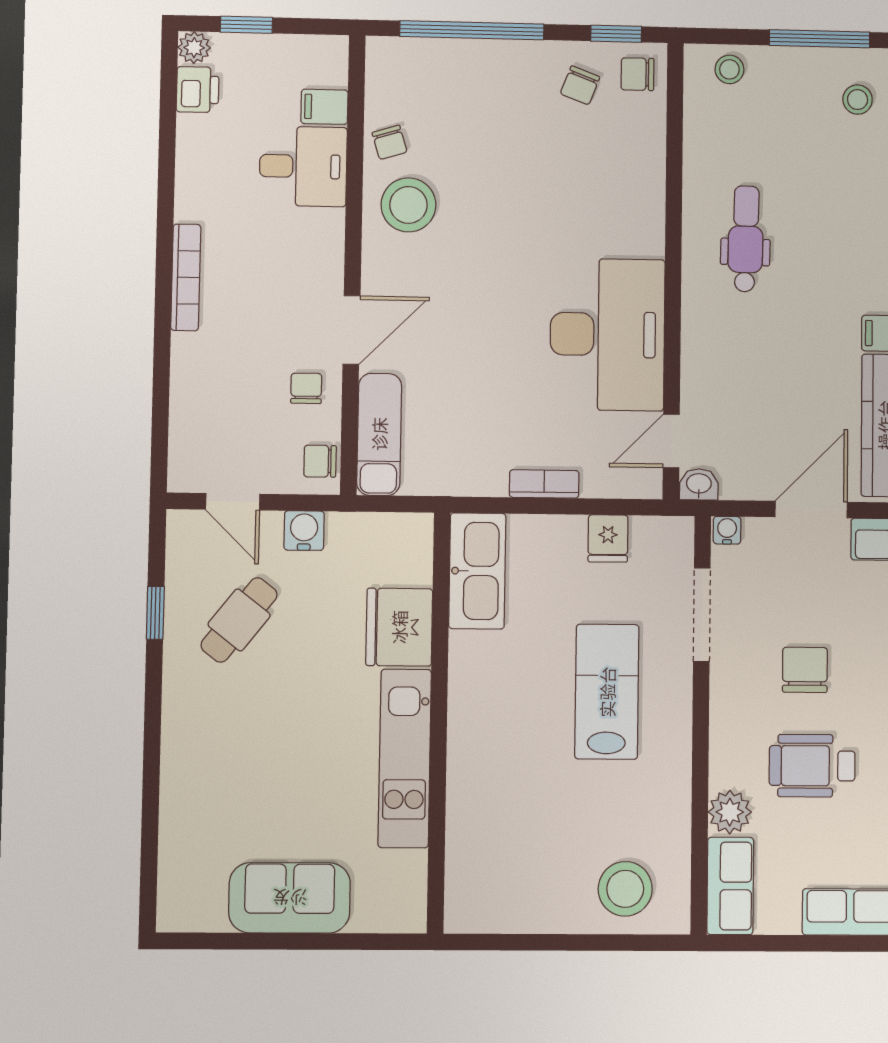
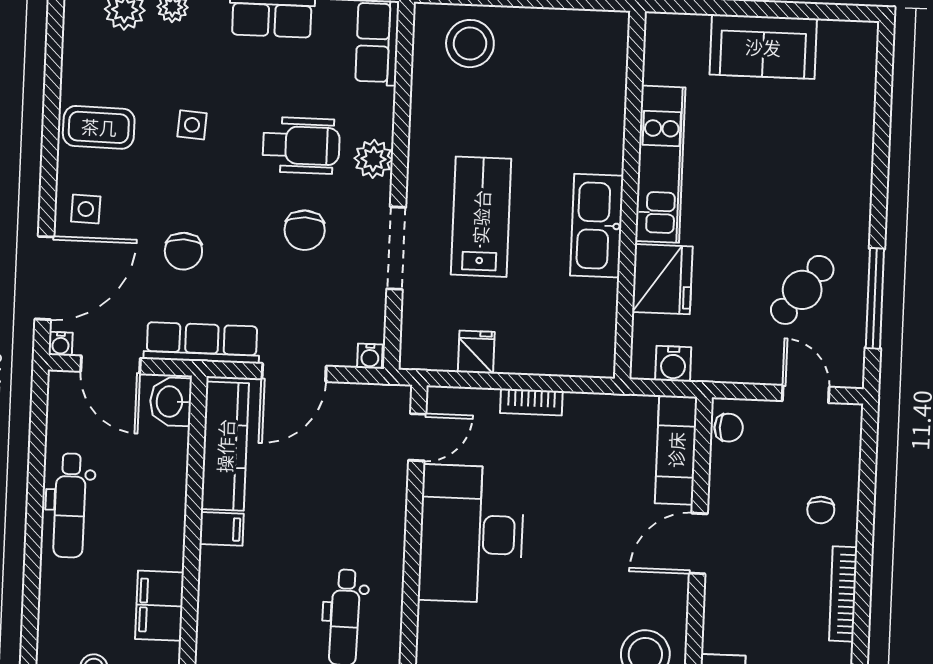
chair: (306, 388) -> (821, 510), moved
washbasin: (699, 484) -> (394, 398), removed
water cooler: (304, 531) -> (673, 364), moved
kitchen sink: (477, 571) -> (597, 226), moved
window: (155, 613) -> (875, 298), width x2.17
doorway: (702, 615) -> (396, 248), moved
lab bench: (607, 692) -> (481, 217), turned 180
plant: (730, 812) -> (373, 159), moved

